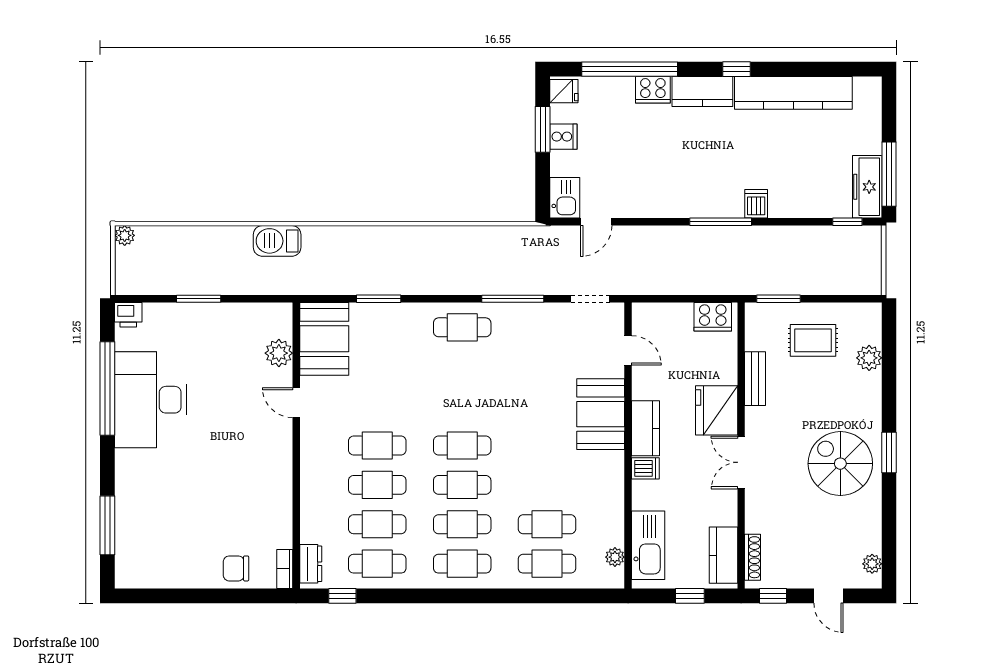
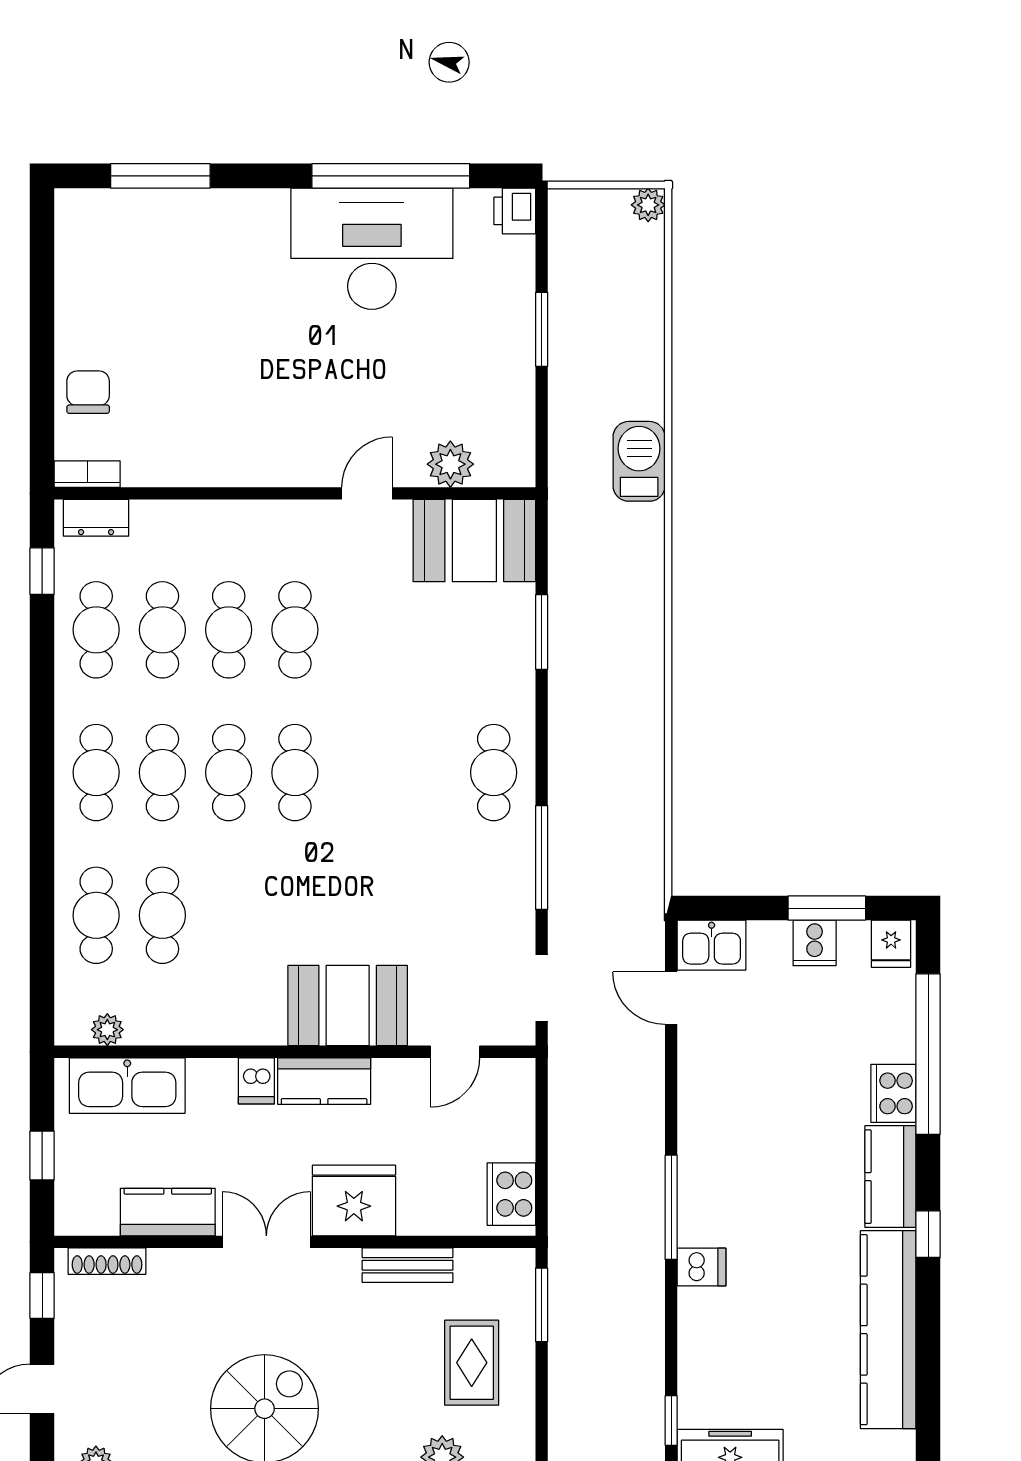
kitchen counter: (723, 555) -> (168, 1212), moved

